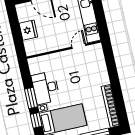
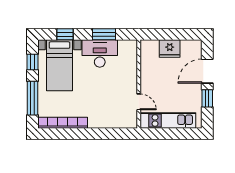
window: (31, 98) -> (104, 34), moved

